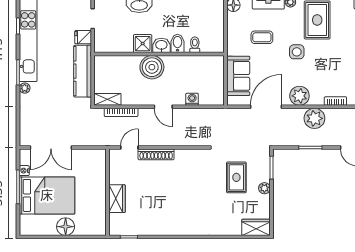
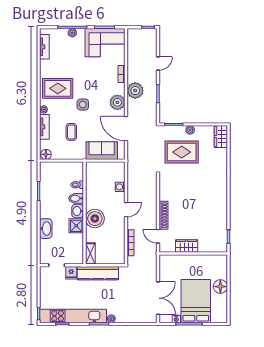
shelving: (107, 99) -> (90, 254), moved
rug: (236, 177) -> (182, 152), width x1.36, depth x1.43
wardrobe: (117, 199) -> (187, 246), moved

